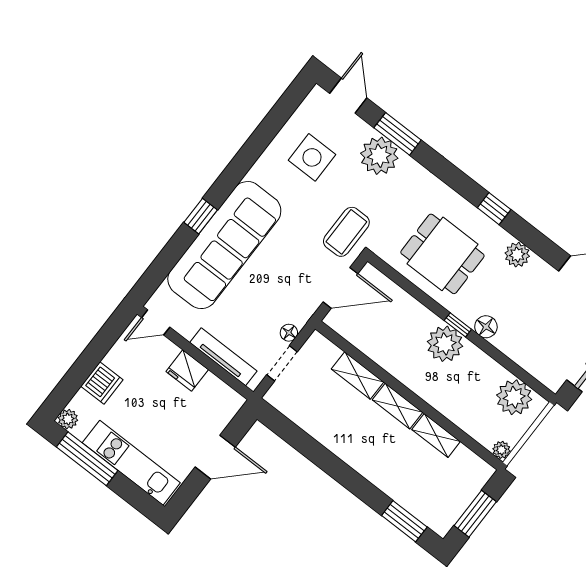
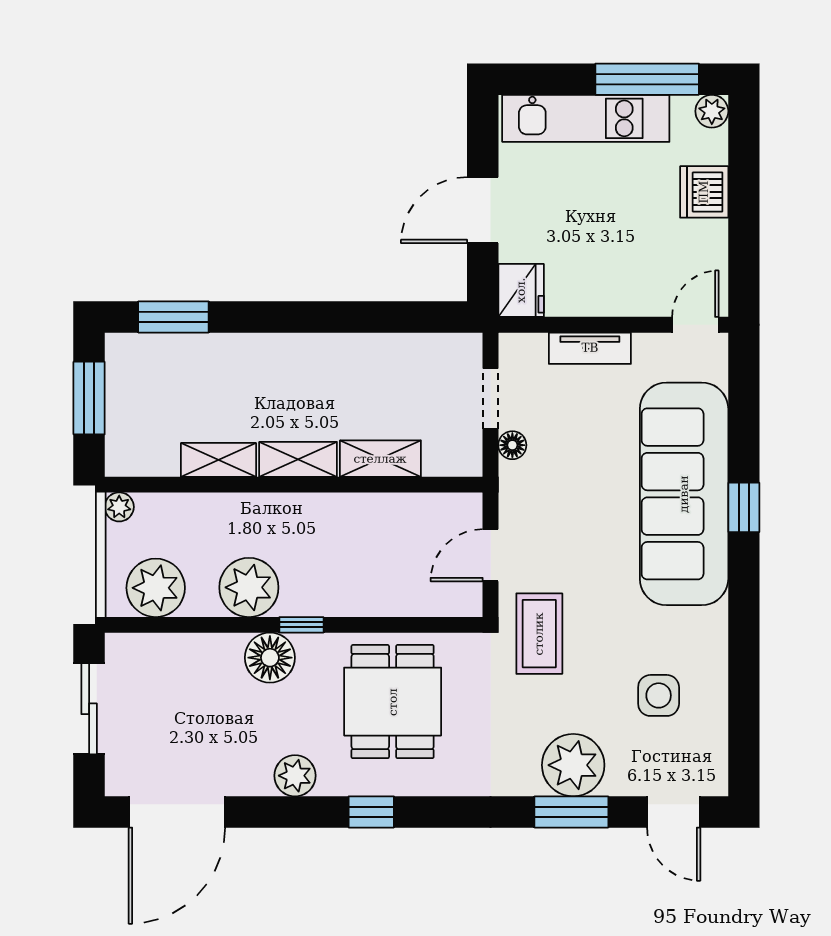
side table: (312, 157) -> (659, 695), width x0.73, depth x0.73
dining table: (442, 254) -> (393, 702), turned 90
door: (341, 288) -> (491, 555), width x0.73
floor lamp: (486, 327) -> (270, 658), width x1.38, depth x1.38
plant: (445, 344) -> (249, 587), moved
tv unit: (223, 357) -> (590, 348), width x0.71
fridge: (187, 370) -> (521, 290), moved, turned 90

